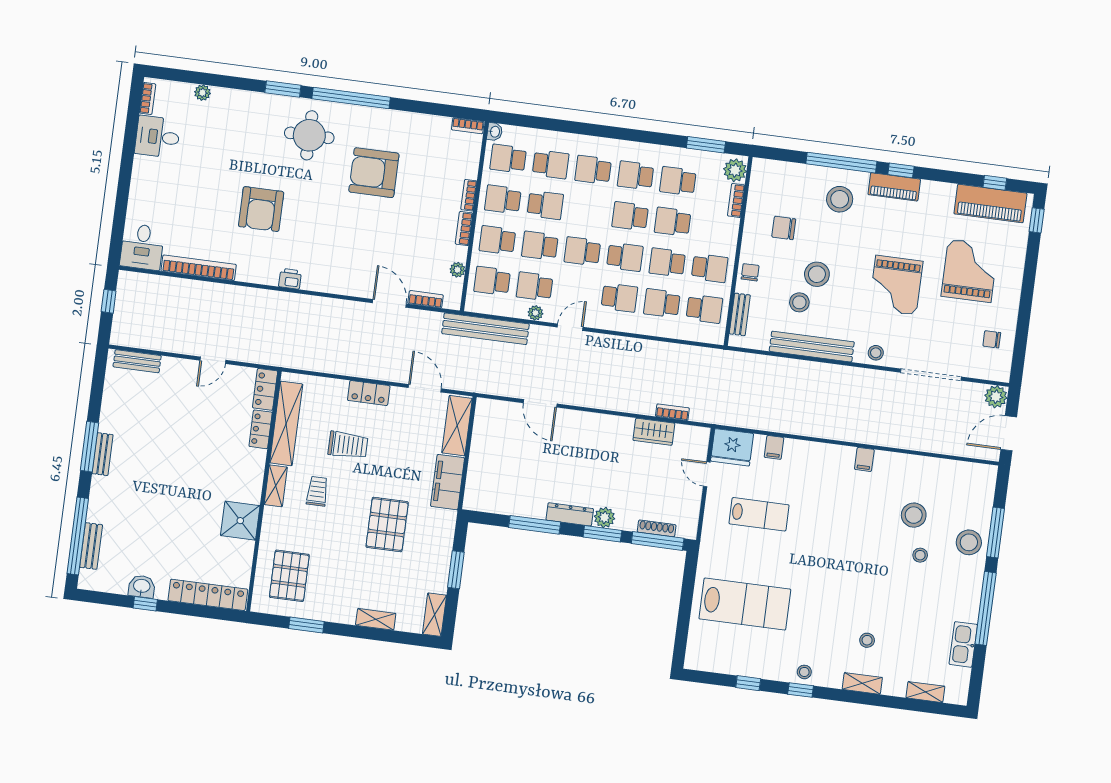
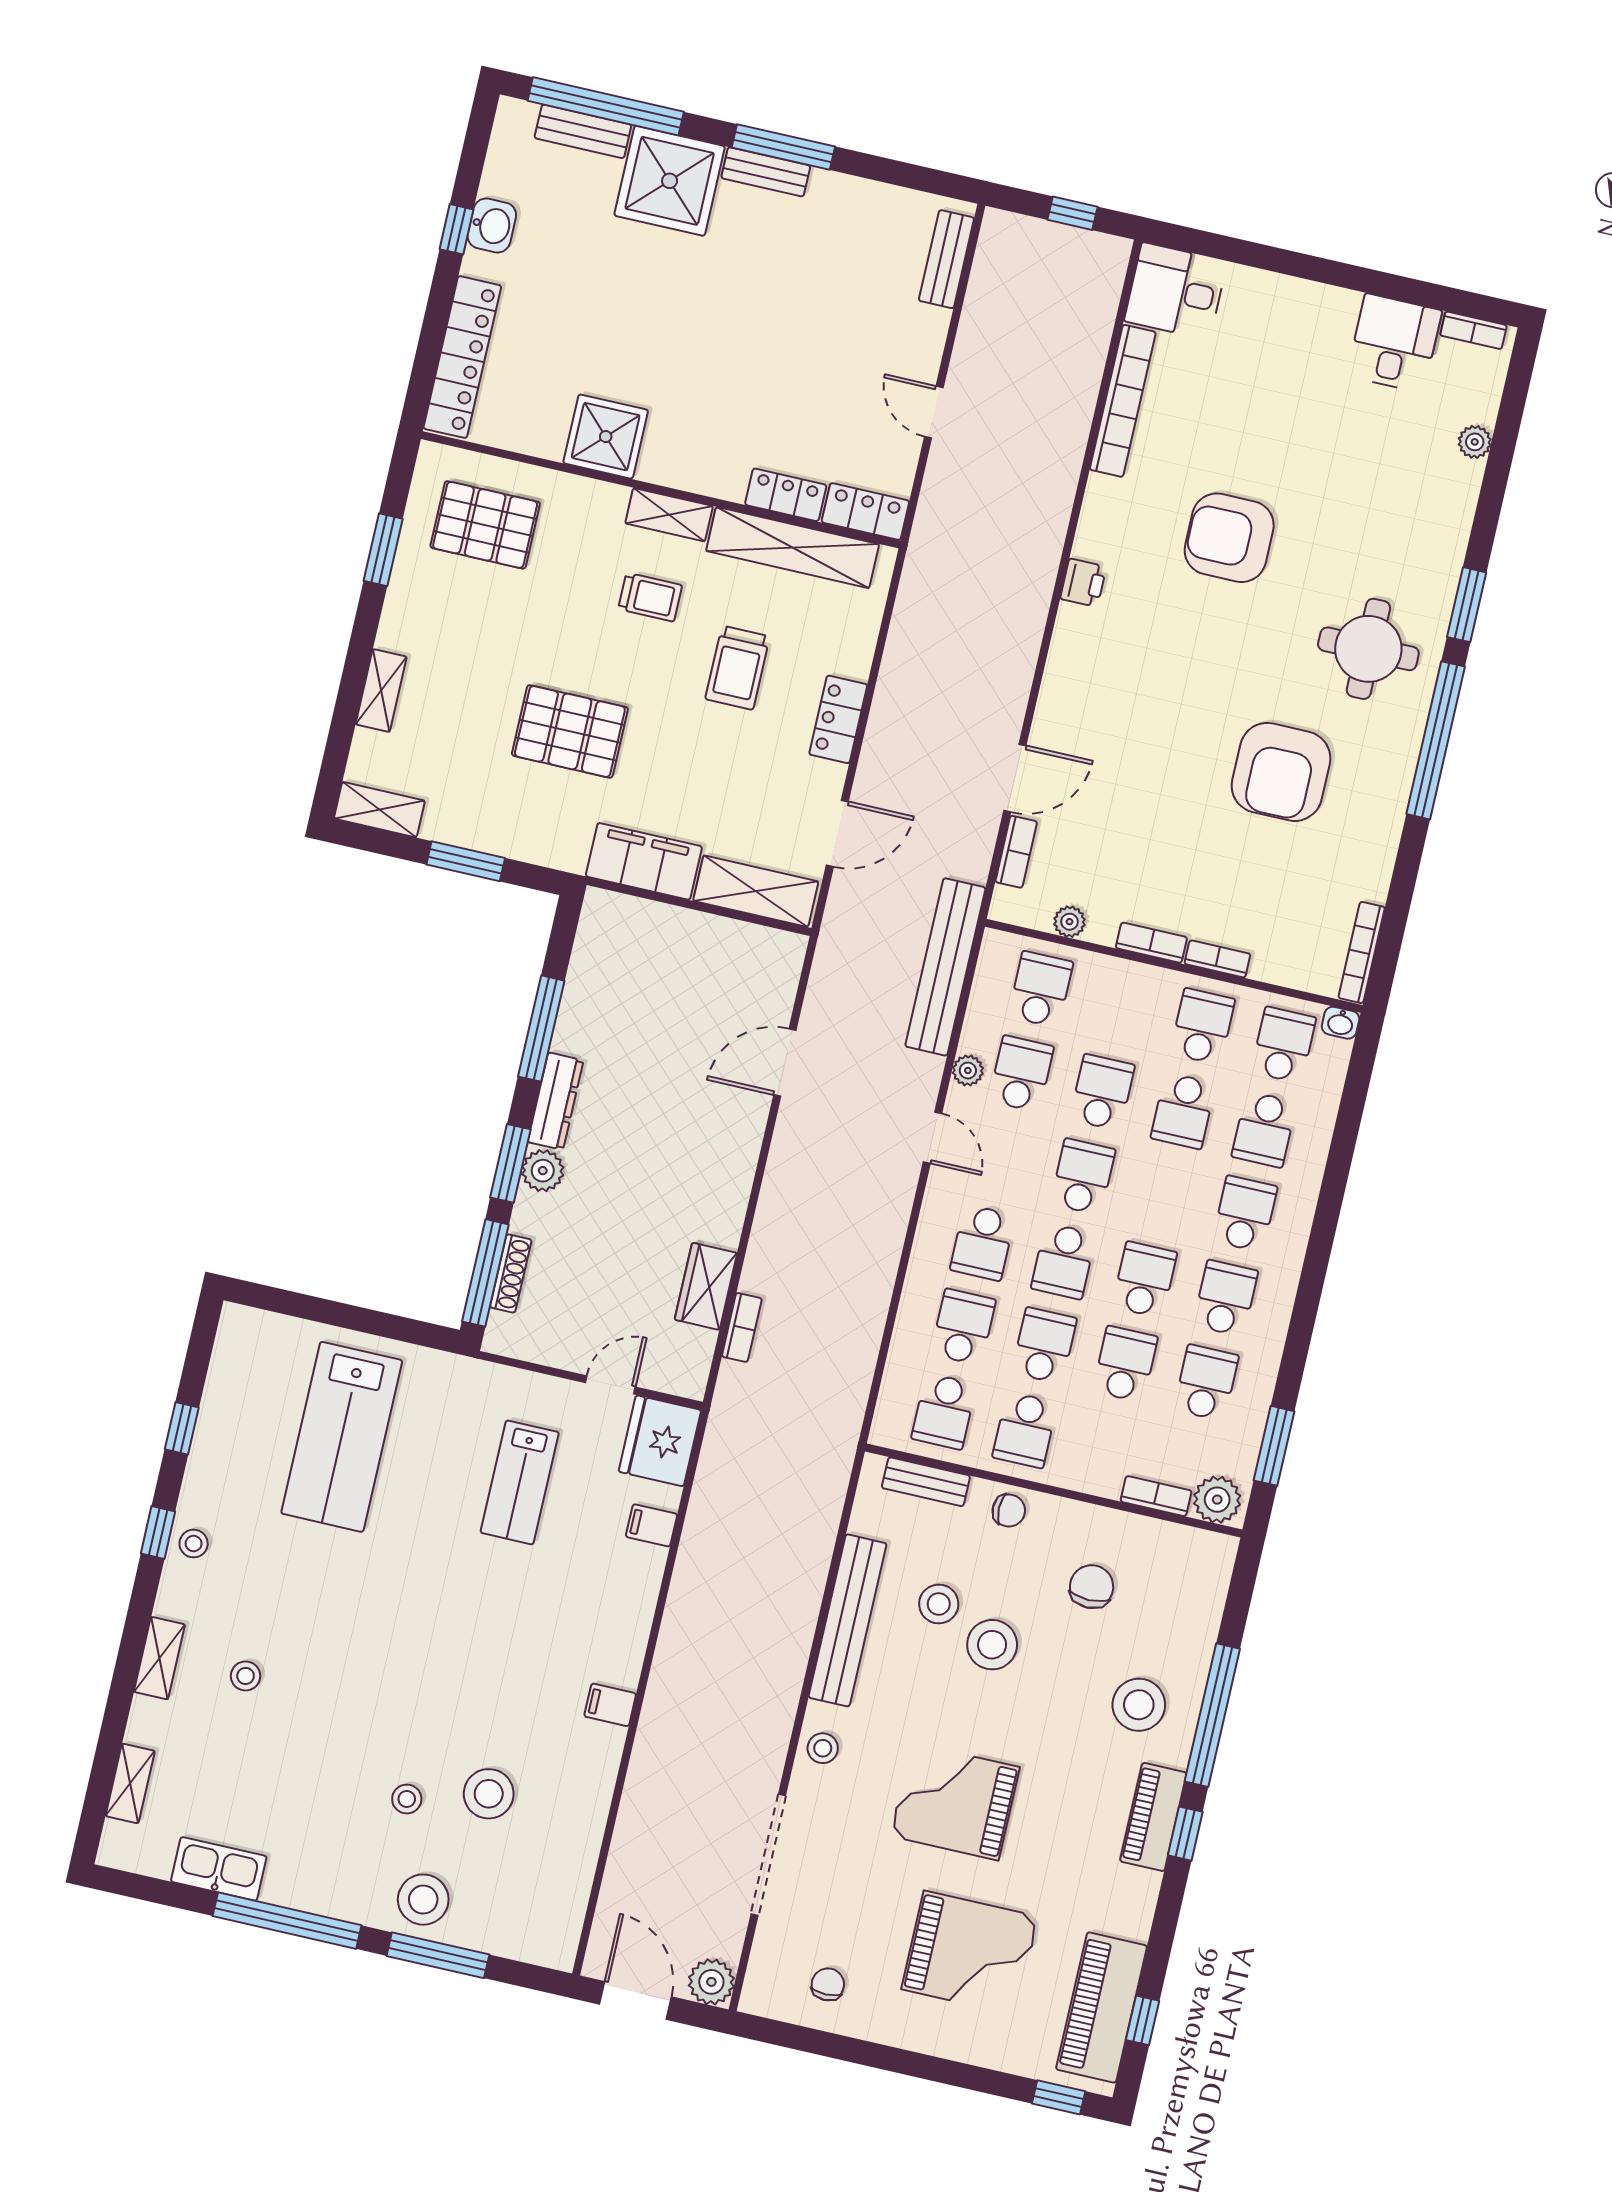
bookcase: (468, 126) -> (1362, 952), width x1.56
armchair: (374, 173) -> (1281, 772), turned 180
school desk: (497, 240) -> (1122, 1008), removed
shower: (111, 501) -> (670, 181), added

